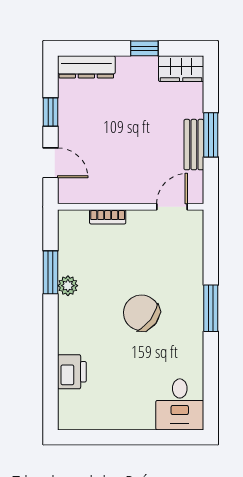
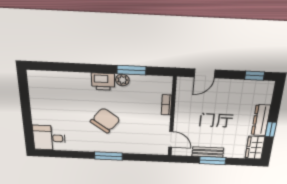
dresser: (86, 67) -> (261, 120), moved
window: (50, 112) -> (255, 76), moved
printer: (72, 372) -> (103, 82), moved

